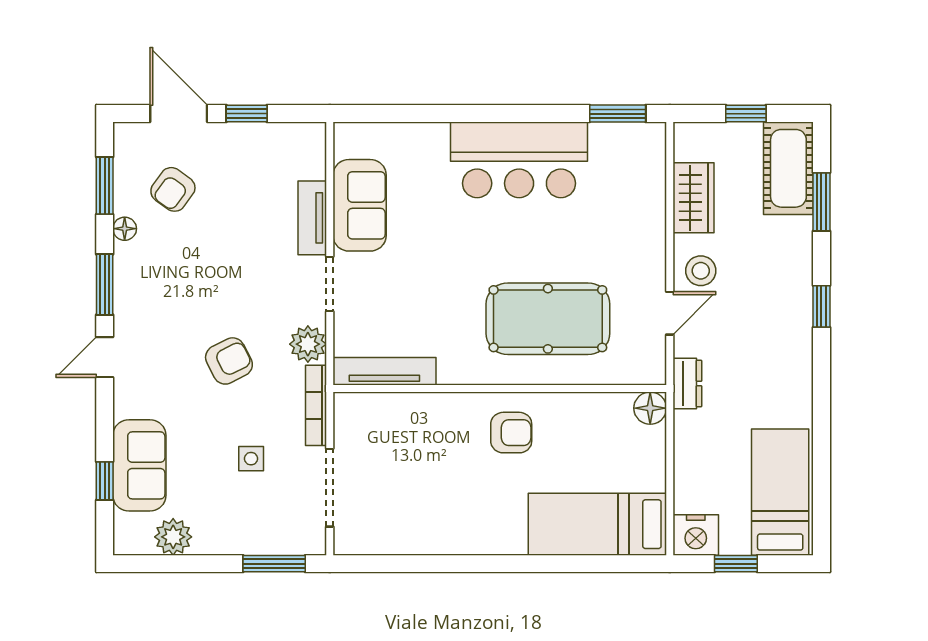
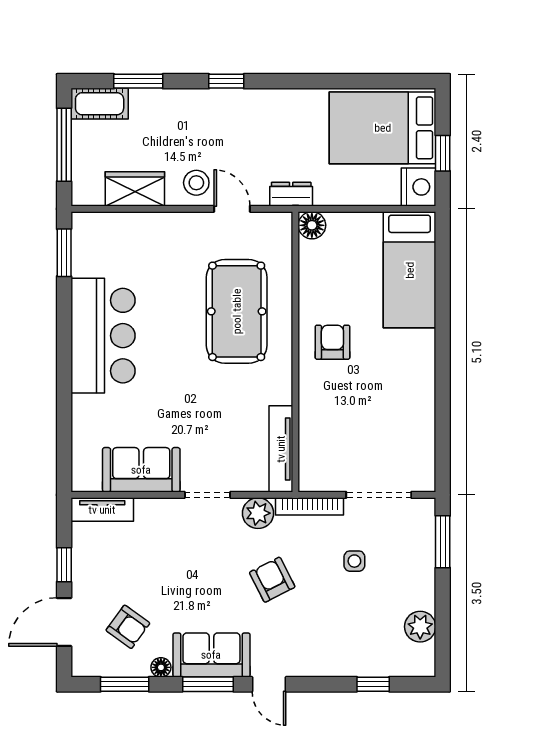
window: (746, 114) -> (64, 145), width x2.17
cot: (788, 168) -> (100, 104), width x0.73, depth x0.75
tv unit: (312, 218) -> (102, 510), moved
sofa: (139, 465) -> (211, 655), moved
bed: (780, 492) -> (383, 128), width x1.50

